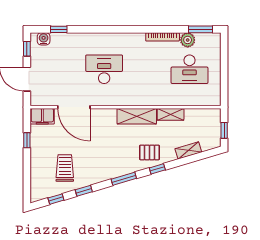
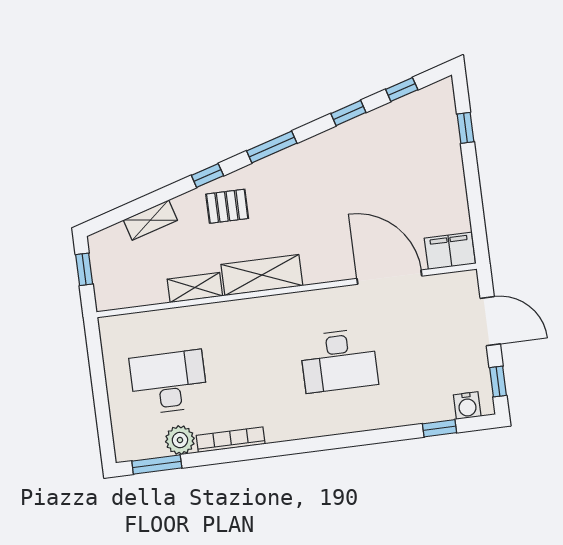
window: (27, 140) -> (466, 128), moved
trolley: (65, 168) -> (392, 154), removed

